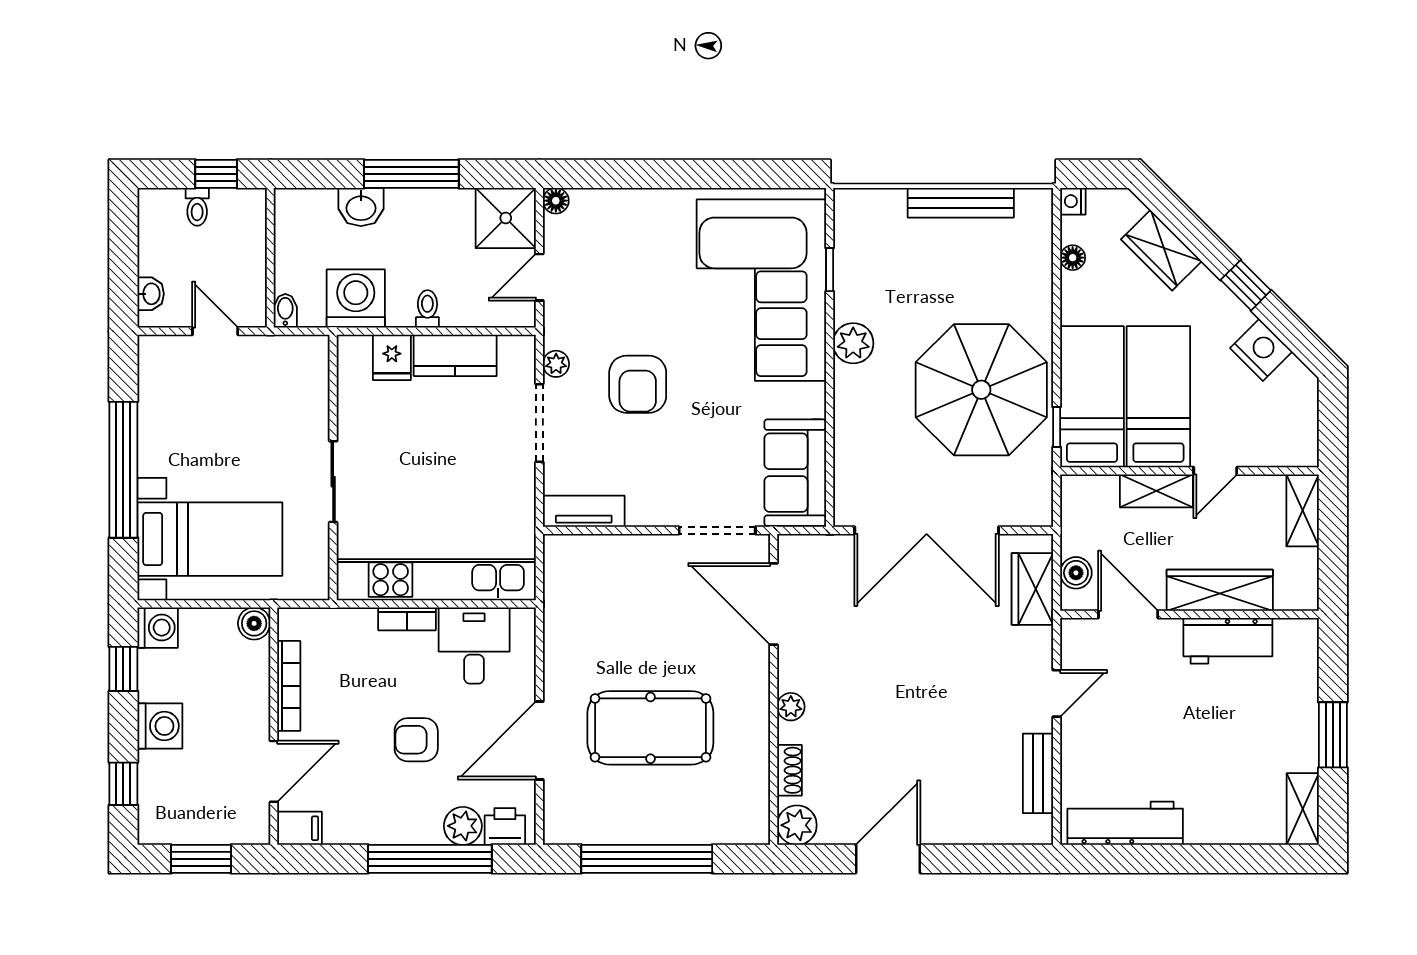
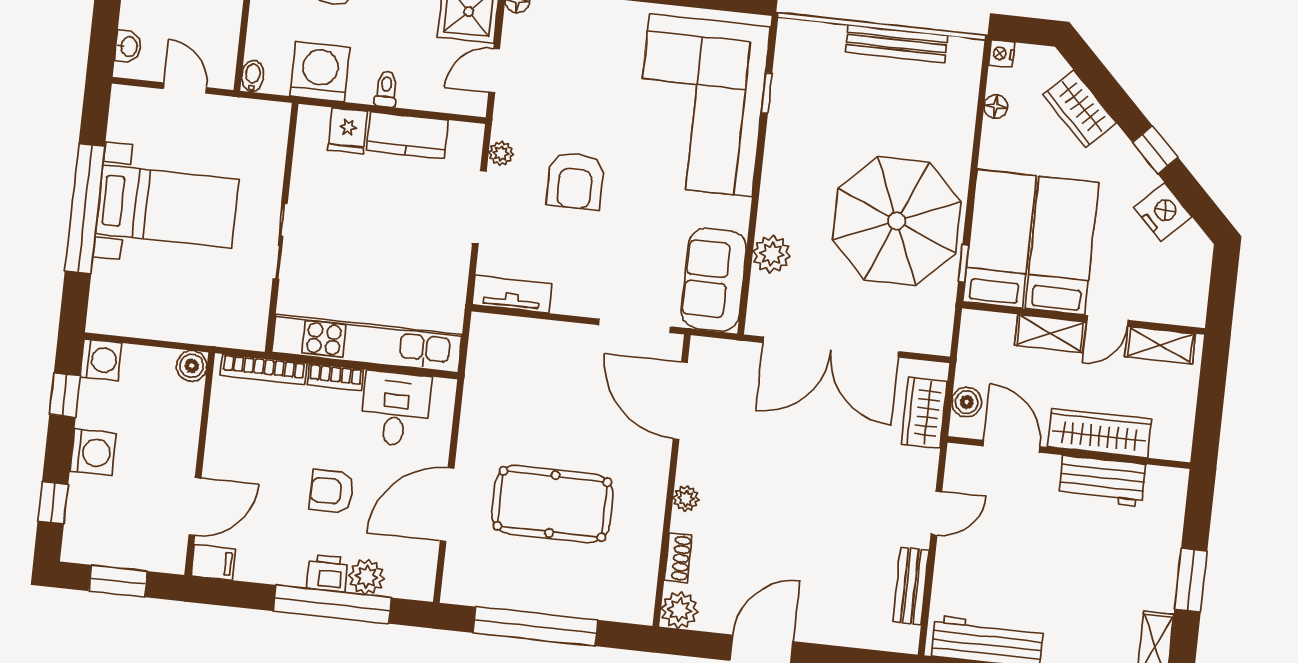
plant: (853, 343) -> (772, 254), moved
shelving: (1303, 510) -> (1160, 345), moved, turned 90
bed with nightstands: (210, 539) -> (167, 207), moved
bookcase: (289, 686) -> (264, 369), moved, turned 90
printer: (505, 827) -> (327, 573), moved

